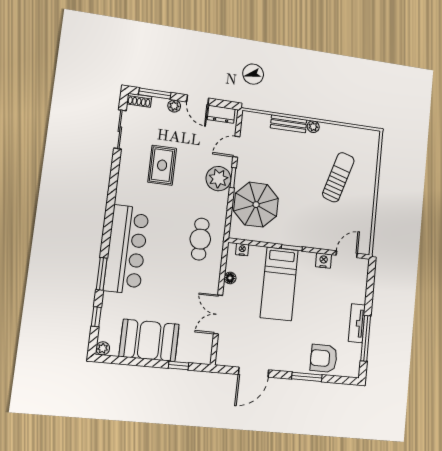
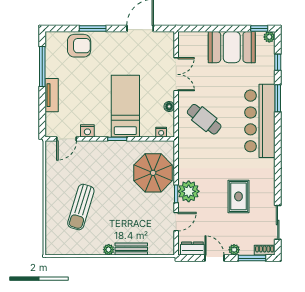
cafe table: (200, 239) -> (204, 119), moved, turned -51
tv unit: (357, 323) -> (52, 95), moved
window: (179, 365) -> (259, 28), moved

